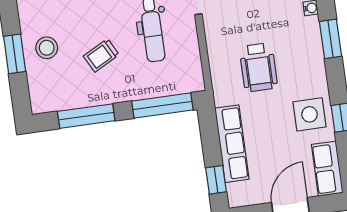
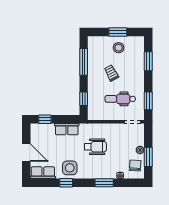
wheelchair: (258, 67) -> (95, 147), turned 180
window: (162, 106) -> (84, 99), width x0.46
row of seats: (232, 144) -> (67, 129), width x0.68

